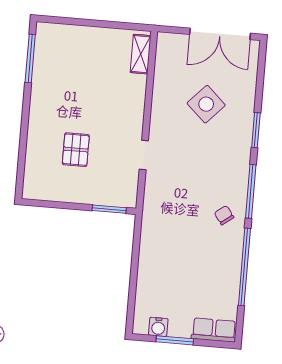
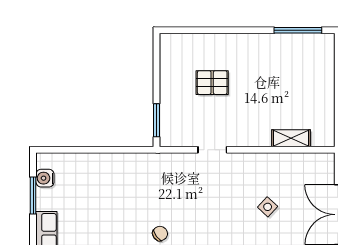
shelving: (141, 54) -> (291, 138), moved
side table: (206, 104) -> (268, 207), width x0.54, depth x0.54

